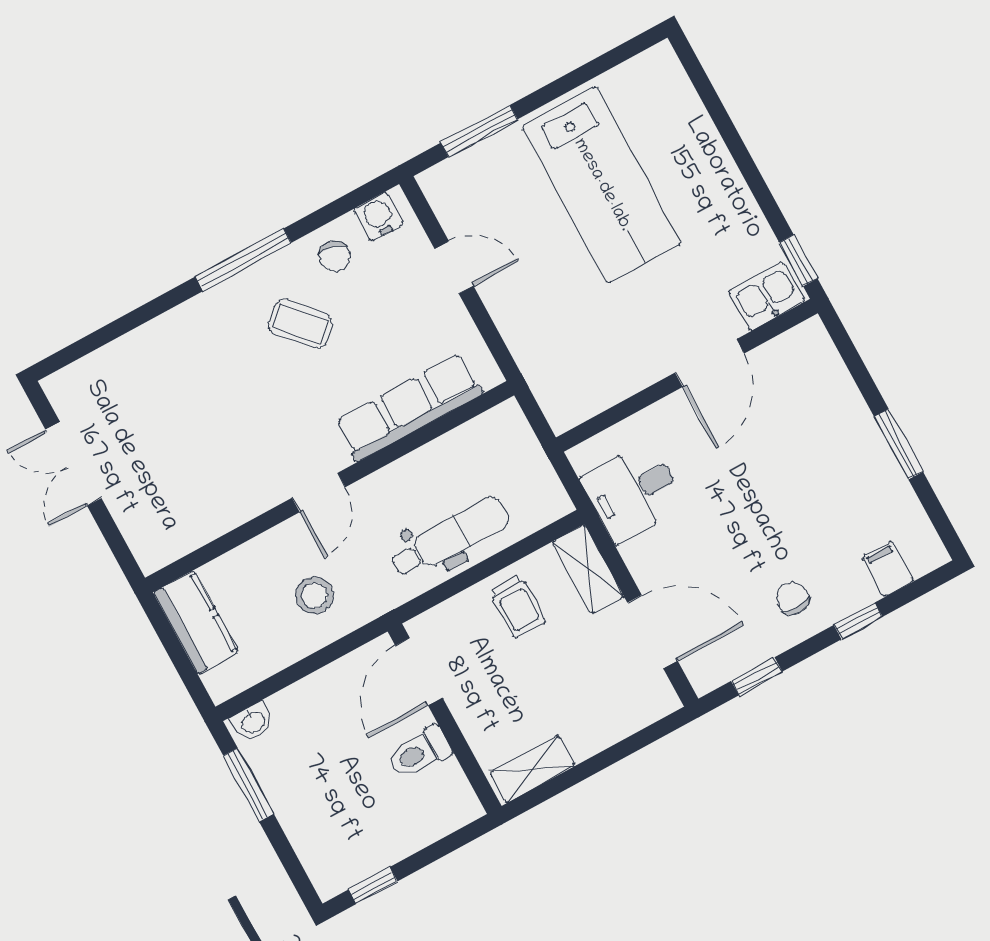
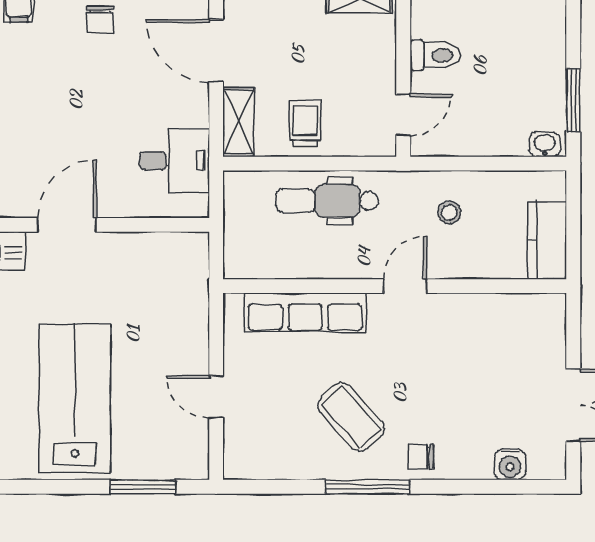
water cooler: (379, 217) -> (510, 464), moved
chair: (335, 256) -> (421, 457), moved, turned -104
coffee table: (300, 324) -> (351, 417), width x1.36, depth x1.30
stool: (314, 595) -> (449, 212), width x0.73, depth x0.73
door: (419, 672) -> (403, 115), width x0.73

